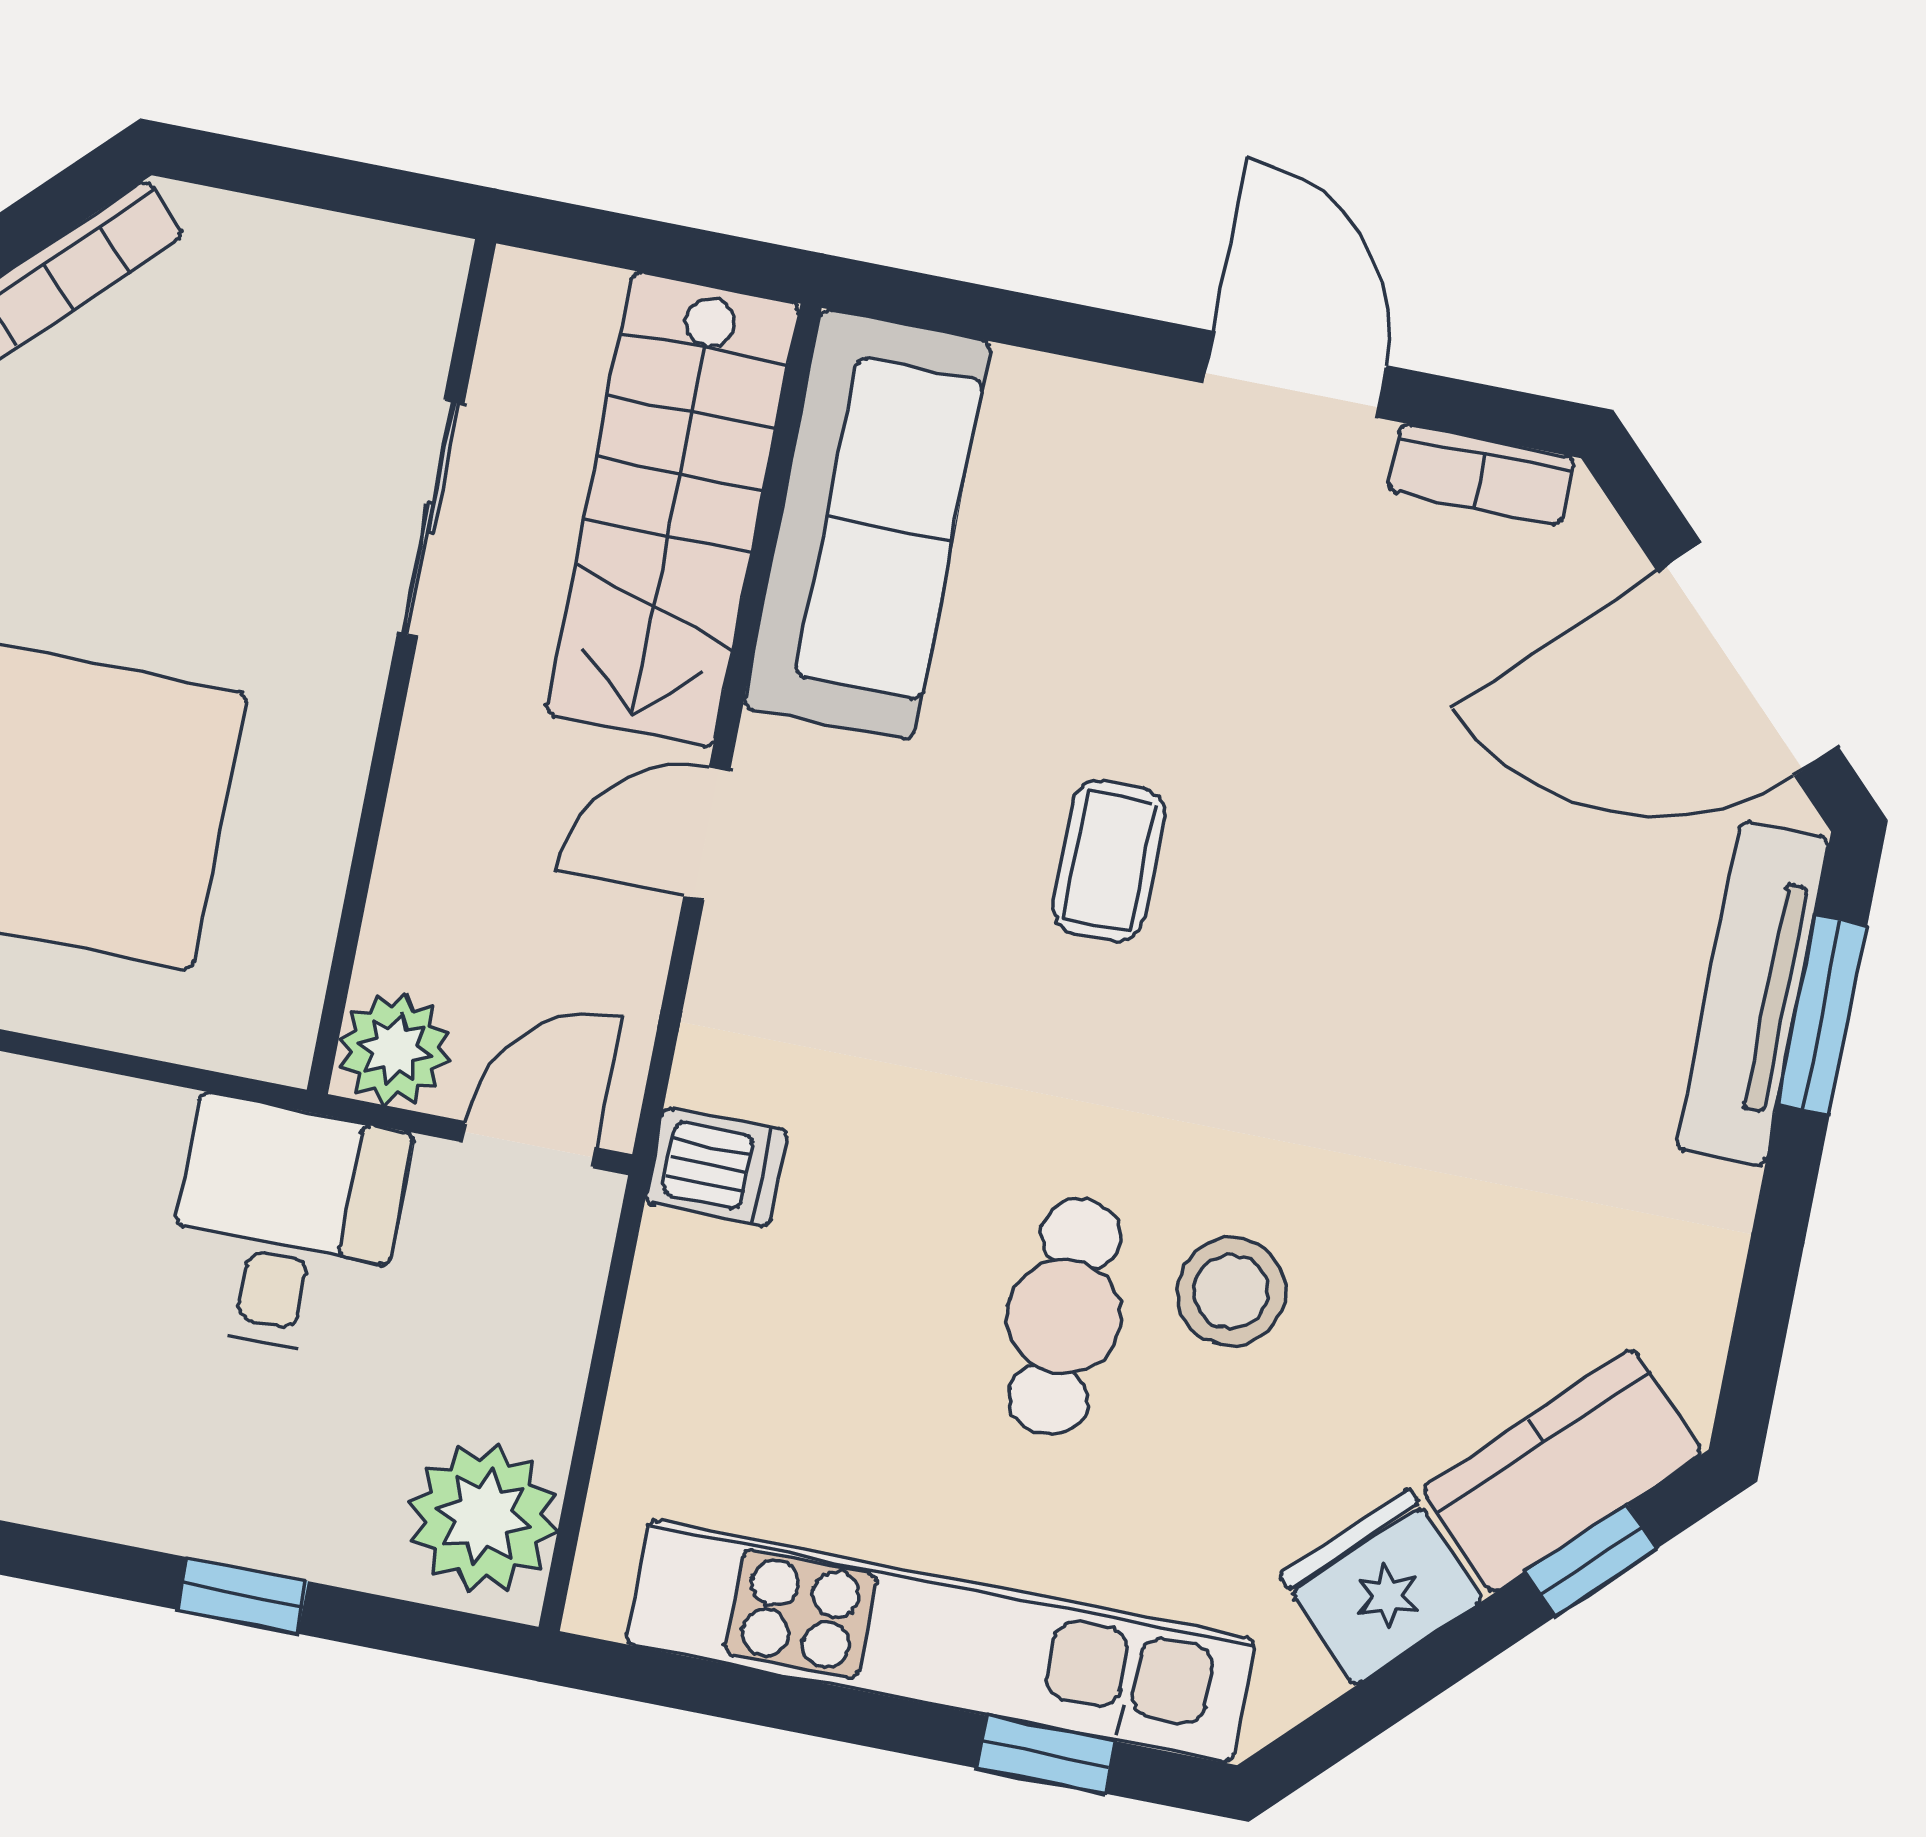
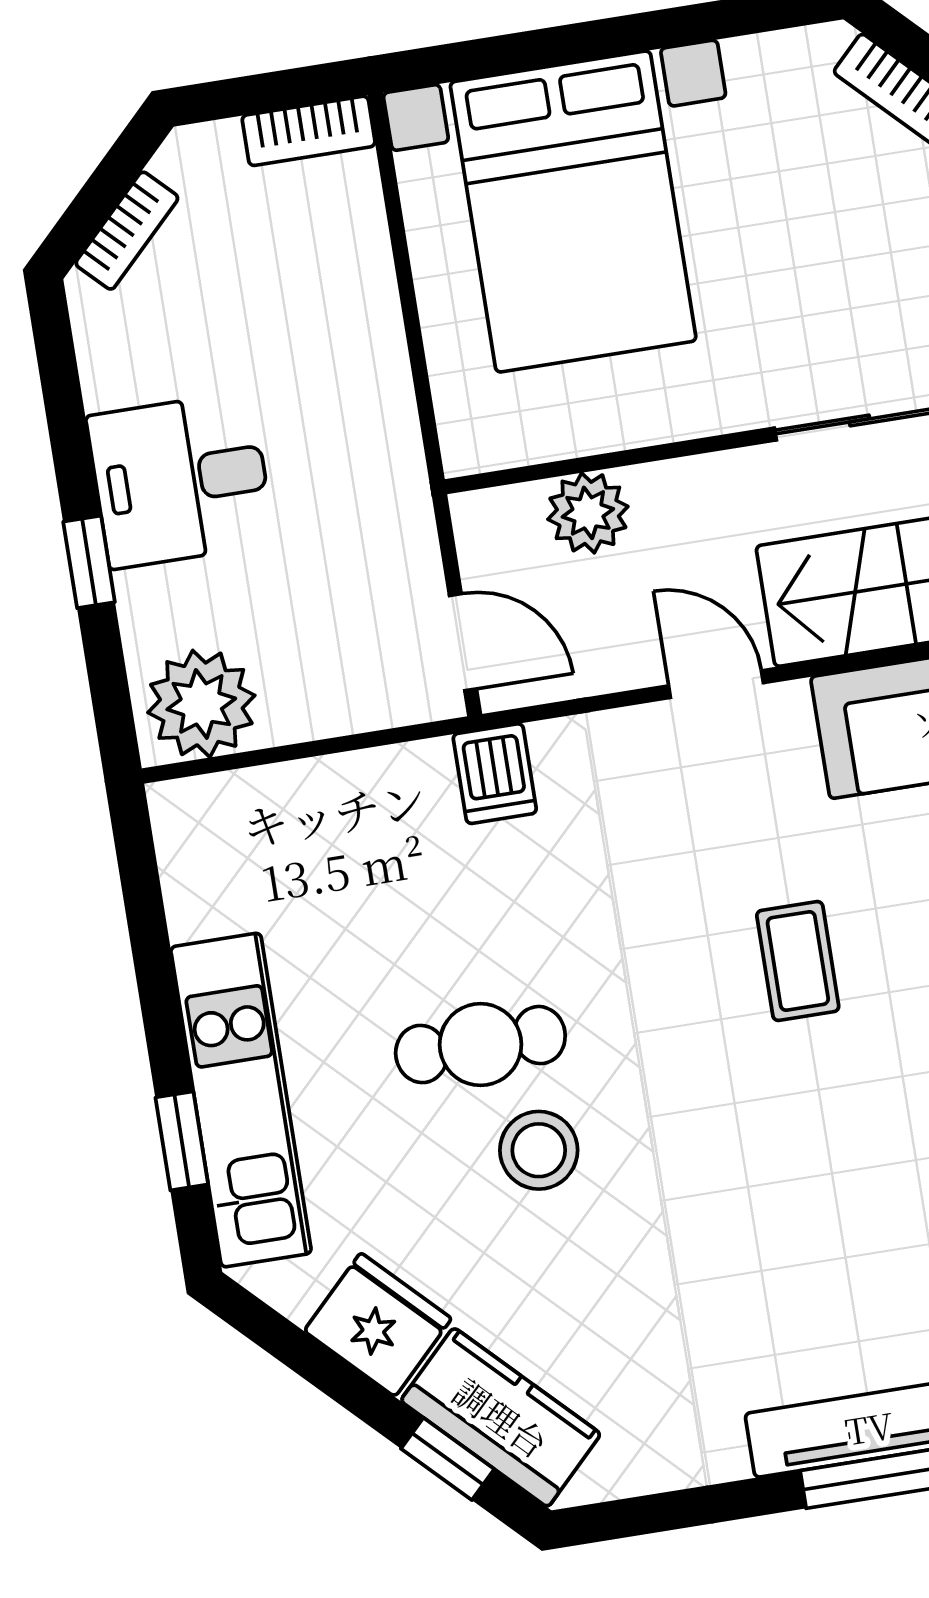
coffee table: (1109, 861) -> (798, 961), turned 90
plant: (394, 1049) -> (588, 513), moved
desk: (285, 1227) -> (181, 480), moved, turned 180
kitchen unit: (940, 1641) -> (241, 1100), width x0.73

